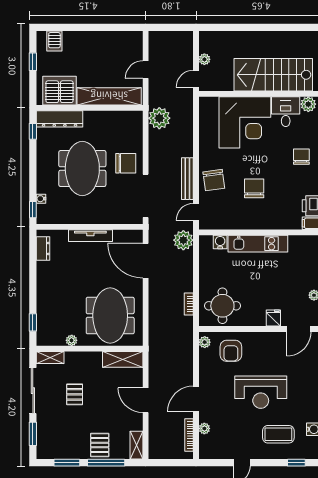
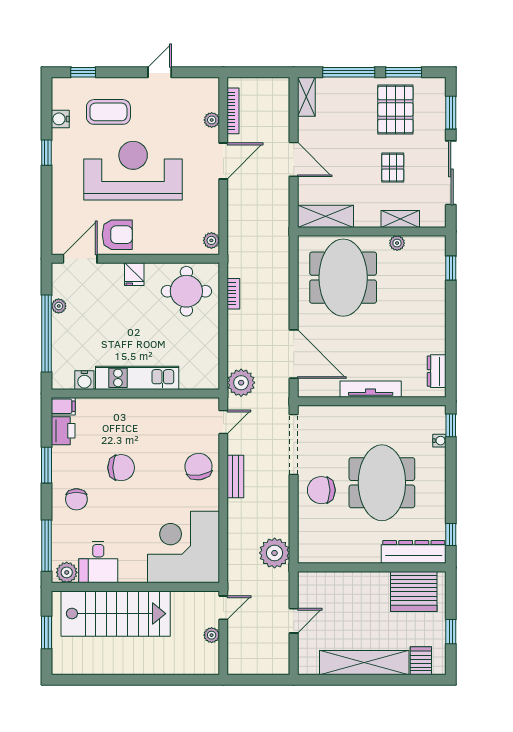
shelving: (109, 96) -> (364, 663), moved
corner desk: (245, 122) -> (183, 547), moved
bench: (187, 179) -> (235, 476), width x0.73
chair: (254, 188) -> (121, 468), moved, turned -90
water cooler: (220, 242) -> (84, 380), moved
fridge: (273, 318) -> (134, 274), moved
armchair: (231, 351) -> (117, 235), moved, turned 90
shelving: (50, 358) -> (400, 219), moved
reception desk: (261, 392) -> (133, 171), width x1.36, depth x1.30
pallet: (100, 445) -> (395, 109), moved, width x1.50, depth x1.42

